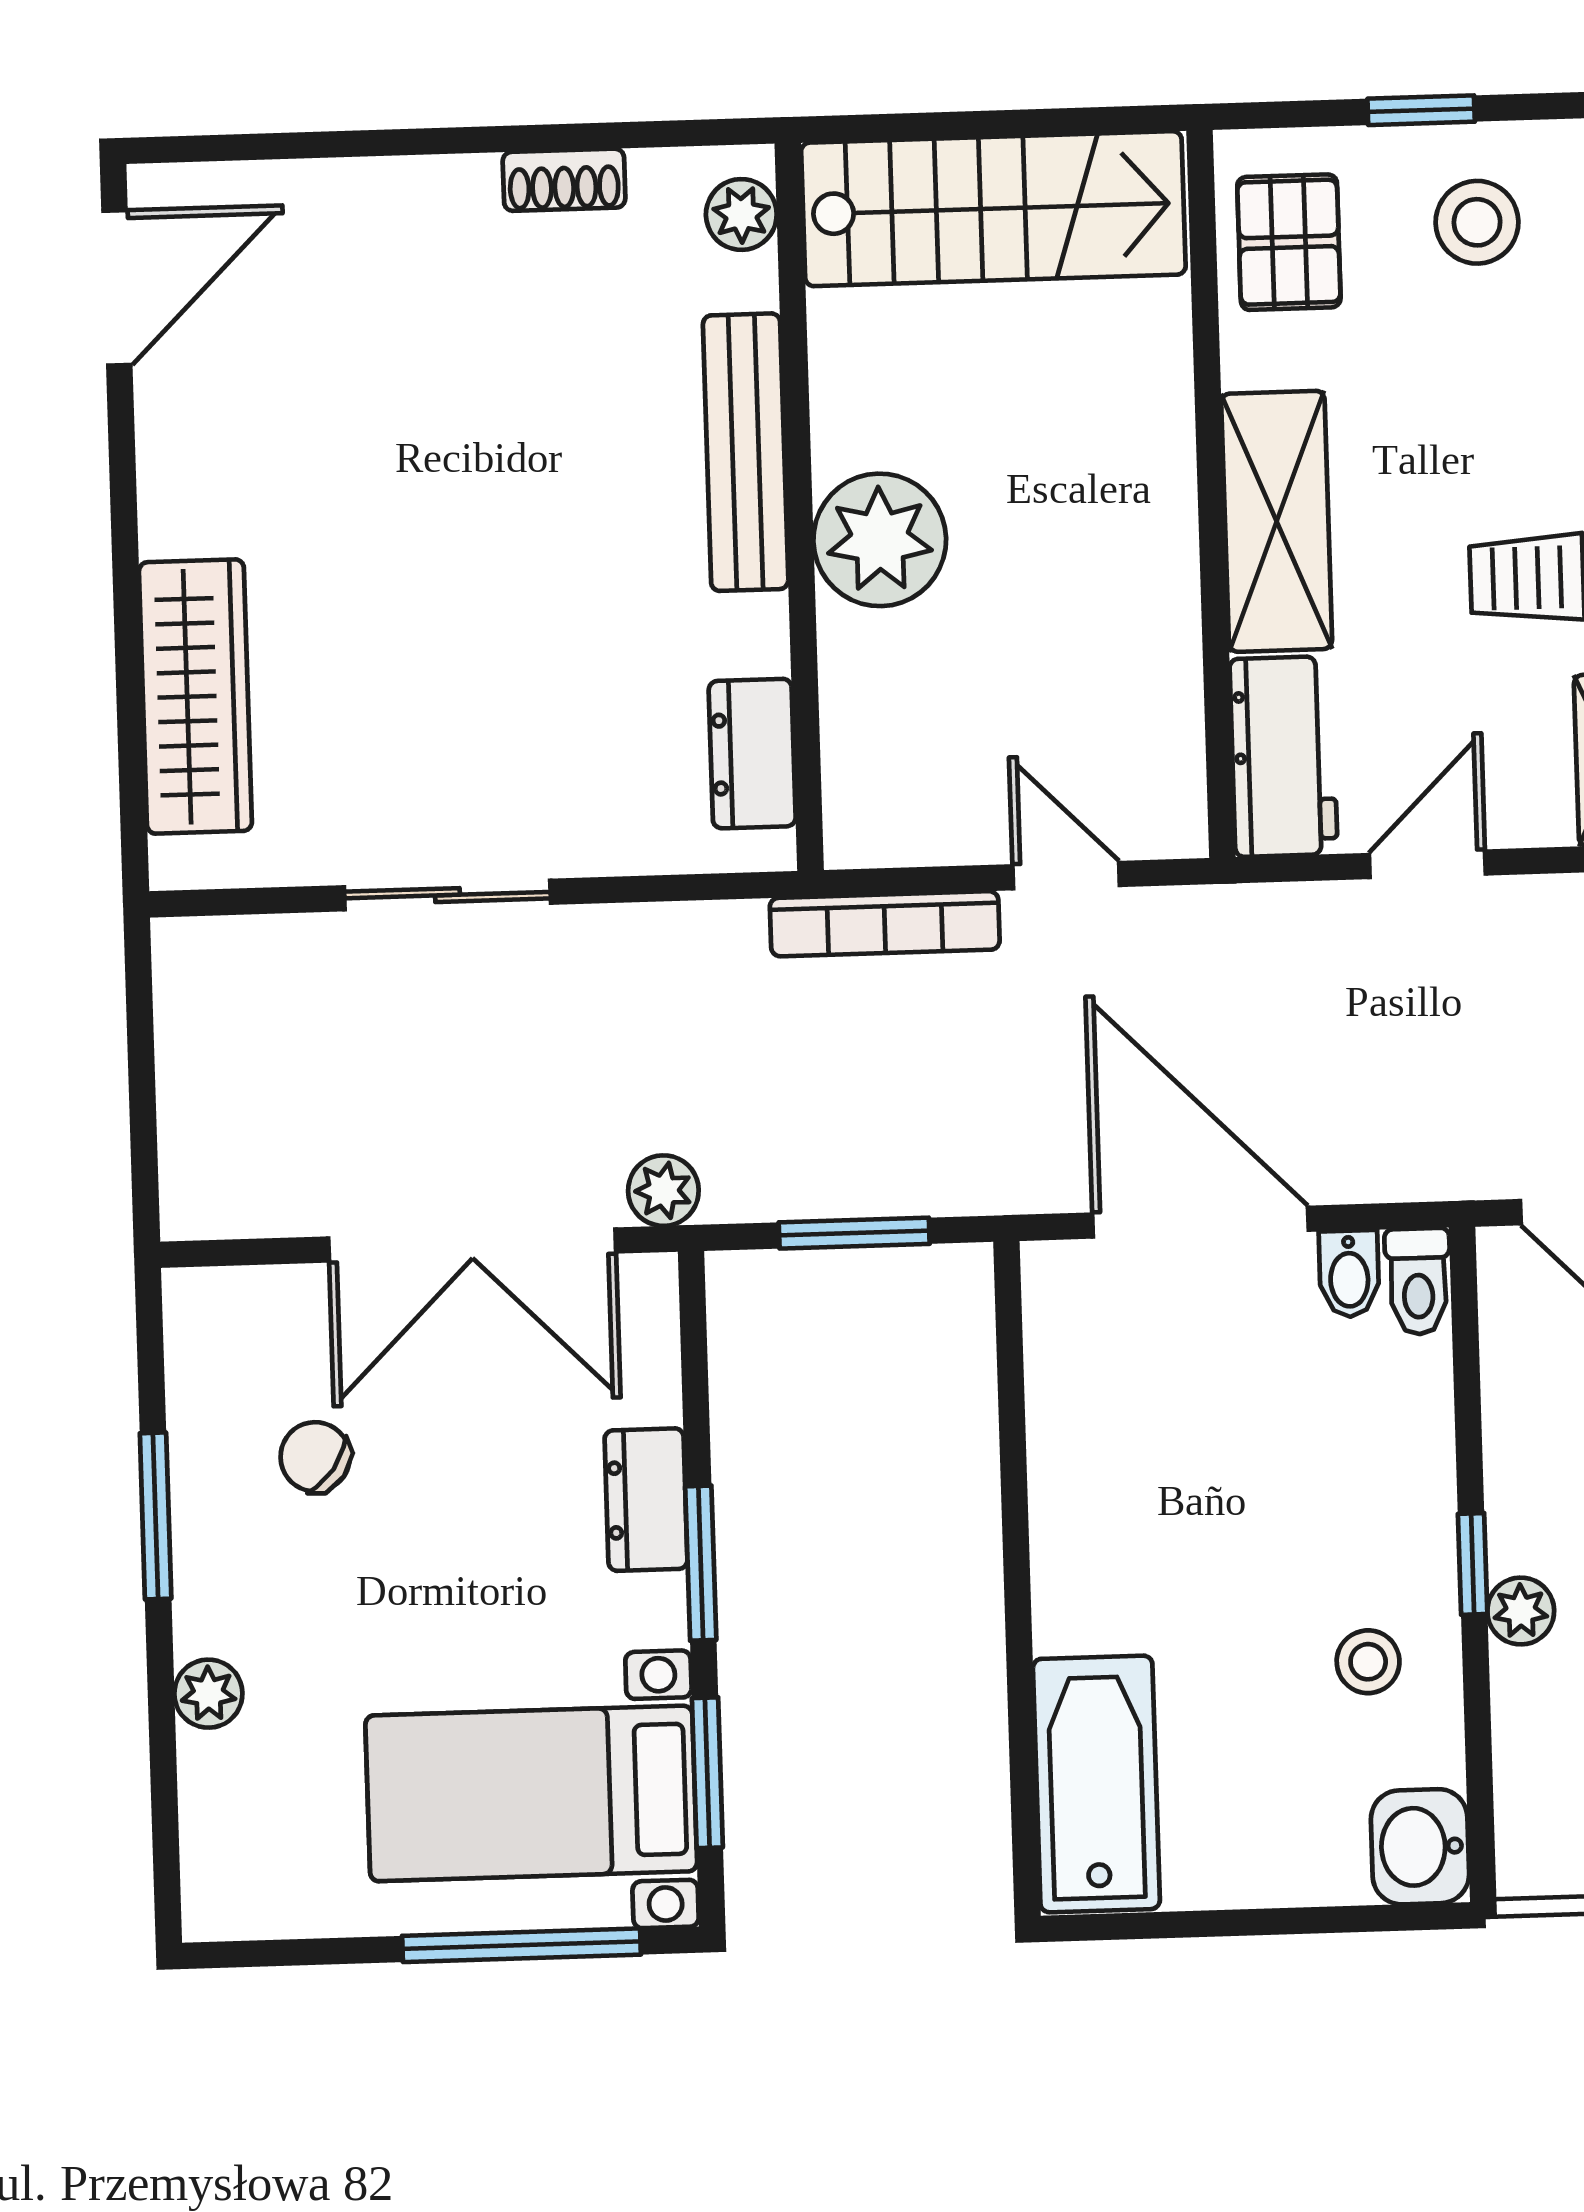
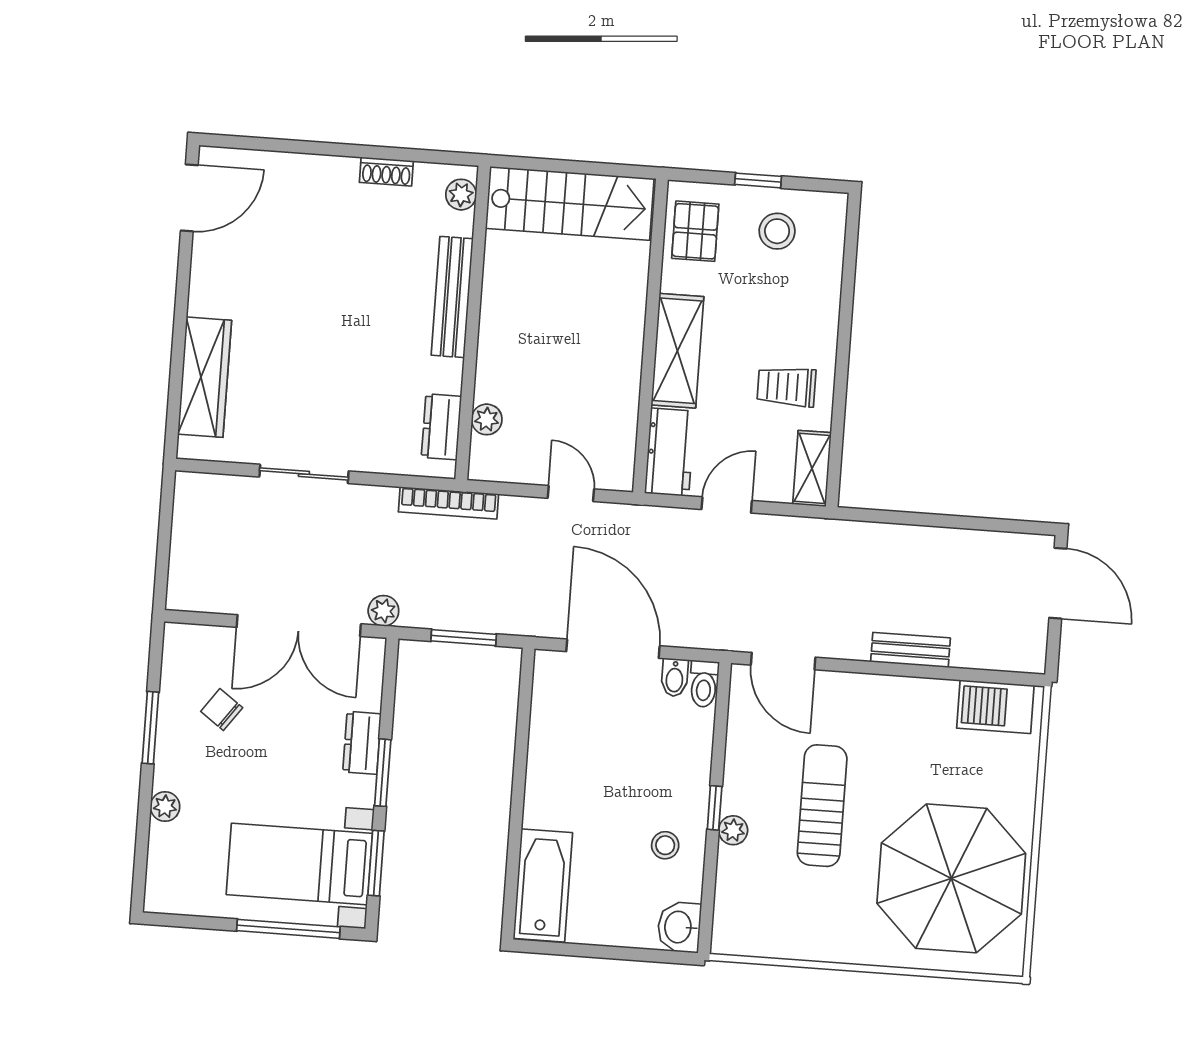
plant: (880, 540) -> (487, 419), moved, width x0.53, depth x0.53
bookcase: (885, 924) -> (448, 503), moved

